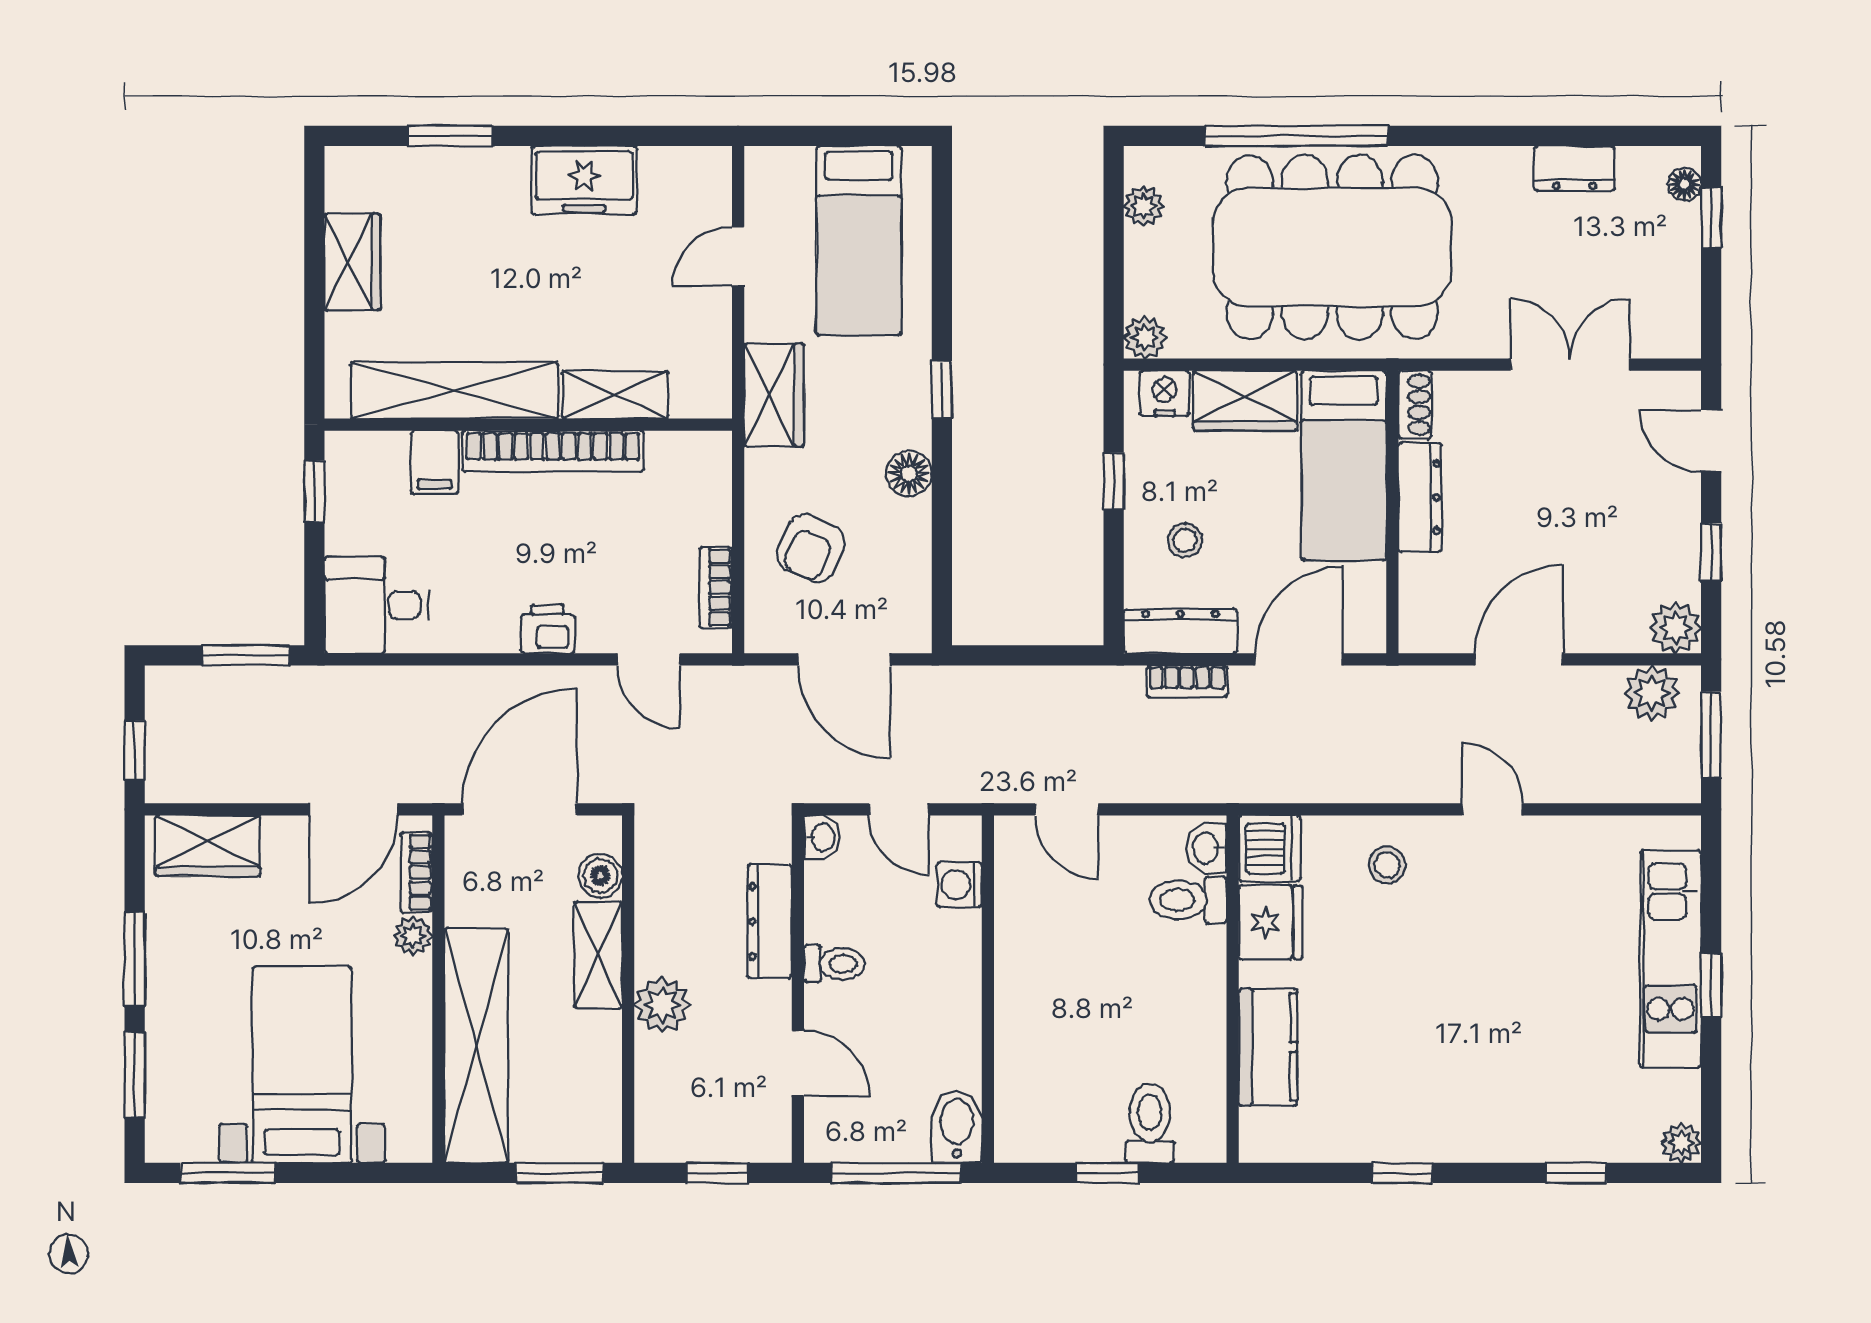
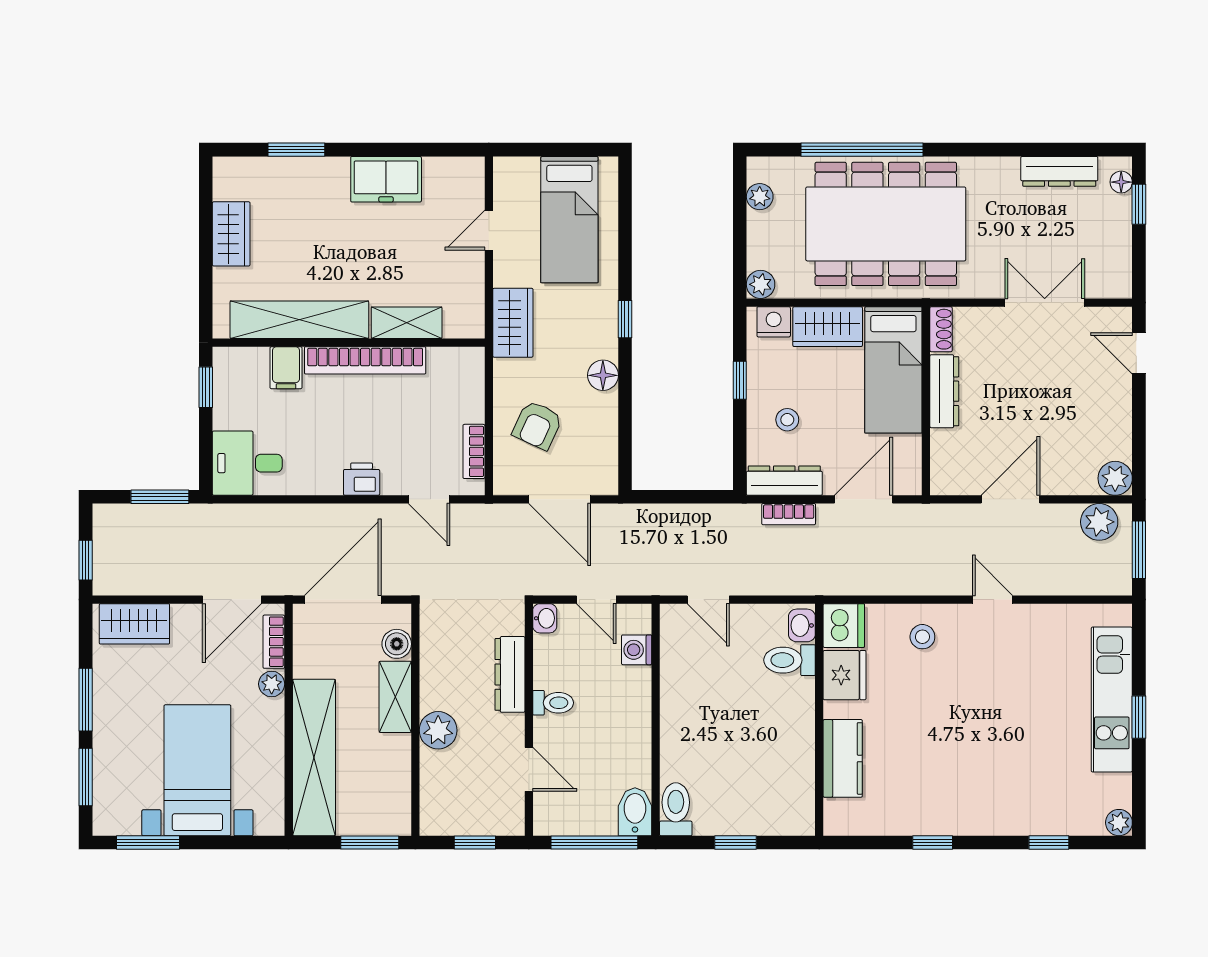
dresser: (1575, 168) -> (1059, 171), width x1.44
window: (1711, 552) -> (1139, 428), removed
toilet: (1150, 1123) -> (676, 809), moved

